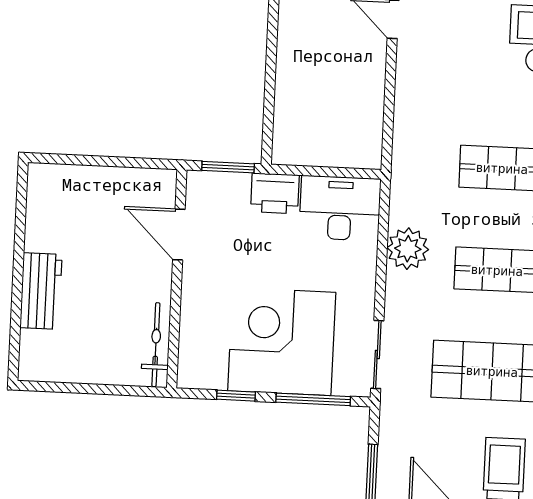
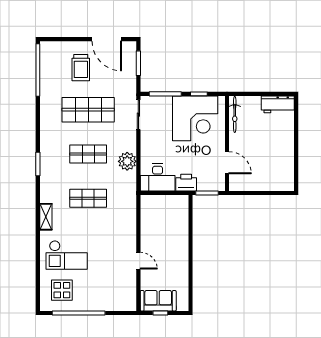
workbench: (41, 291) -> (278, 104), moved, turned -90
corner desk: (282, 342) -> (195, 118), moved

